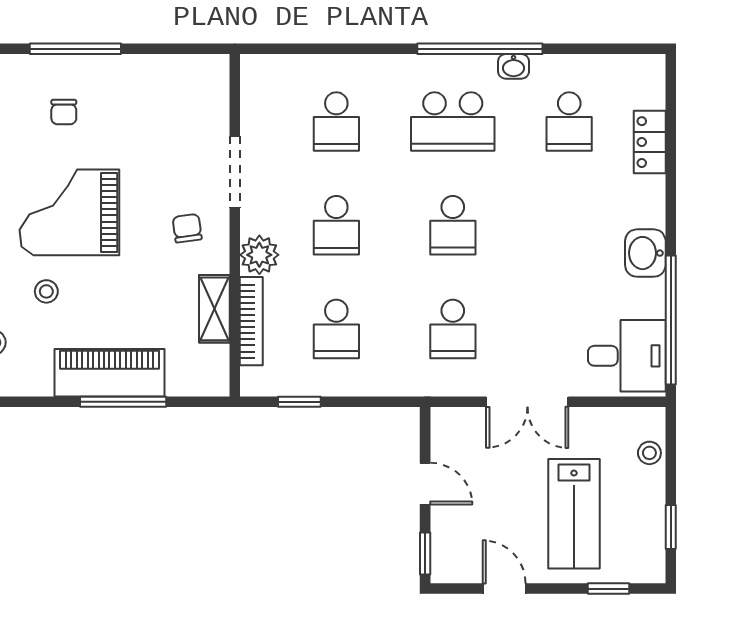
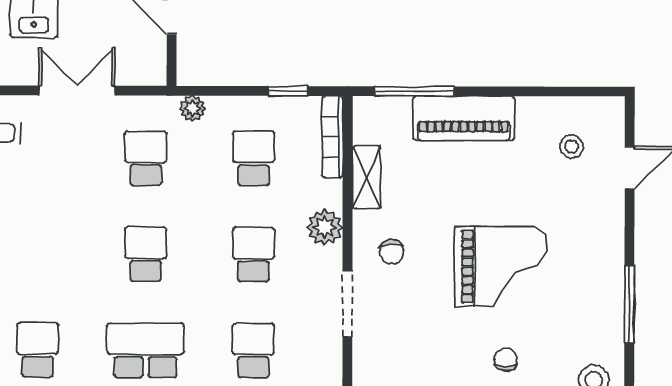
stool: (46, 291) -> (522, 194), removed
bookcase: (251, 321) -> (332, 137), moved
plant: (402, 383) -> (193, 108), added
window: (123, 402) -> (414, 91), moved

